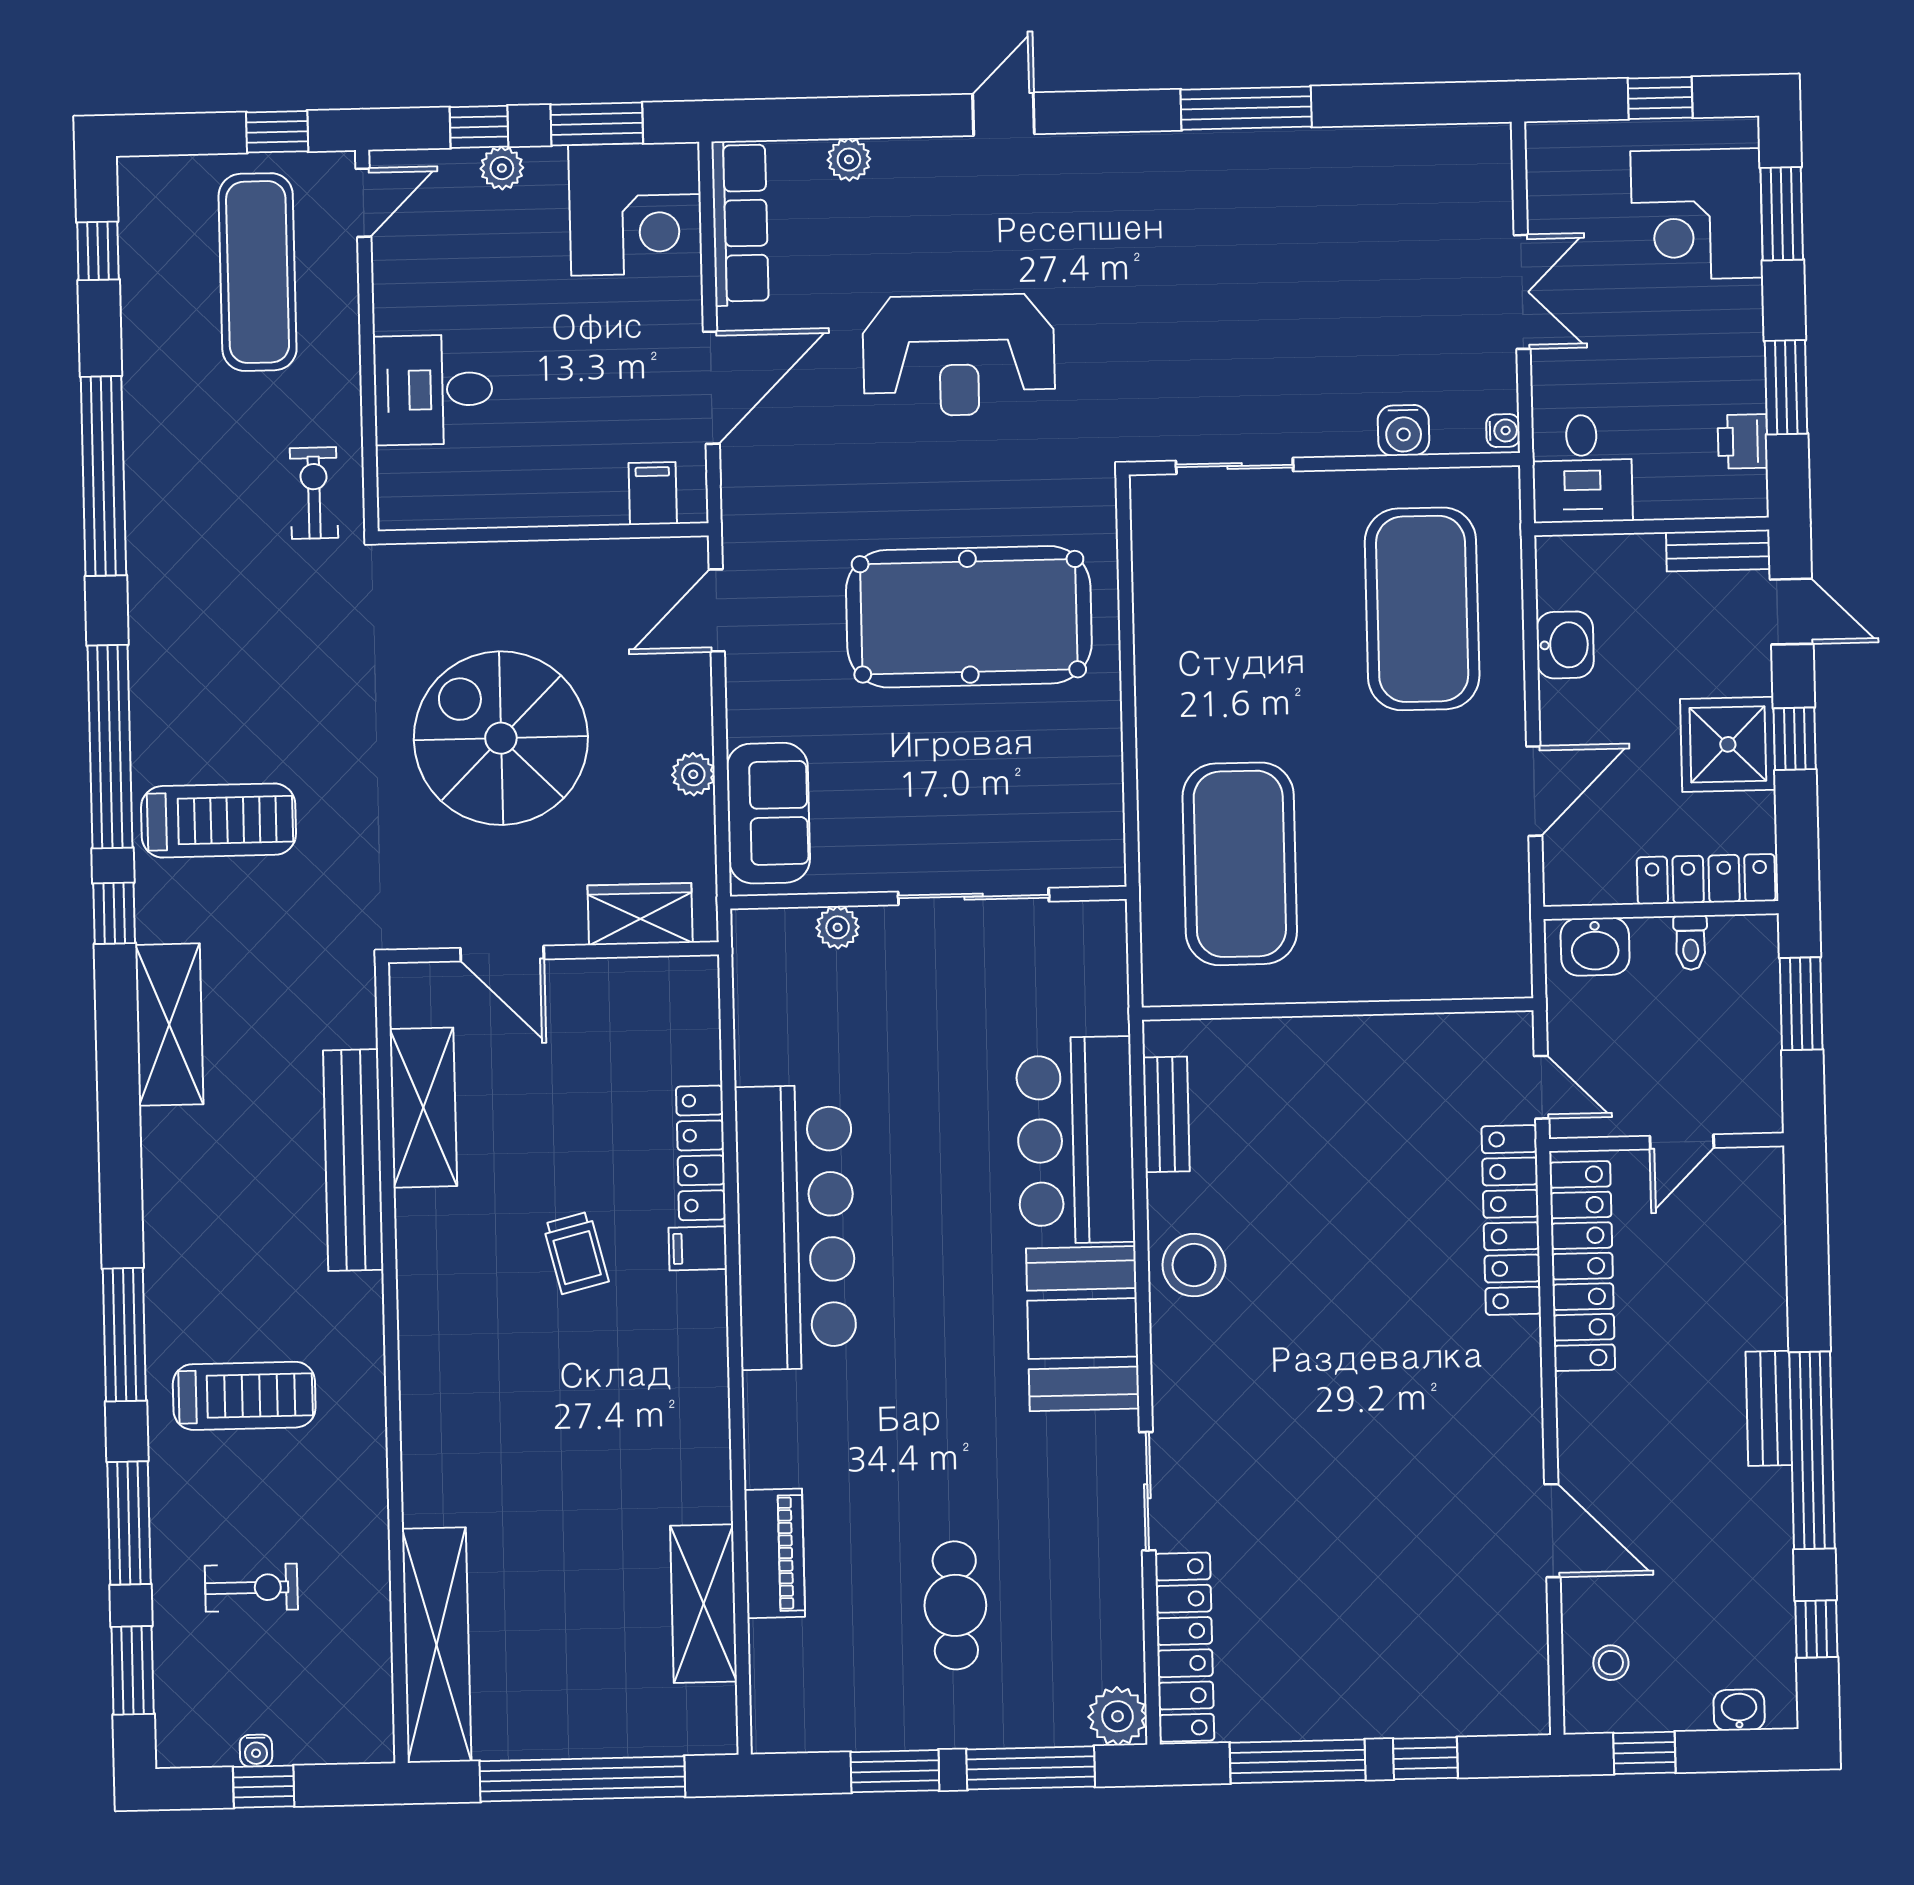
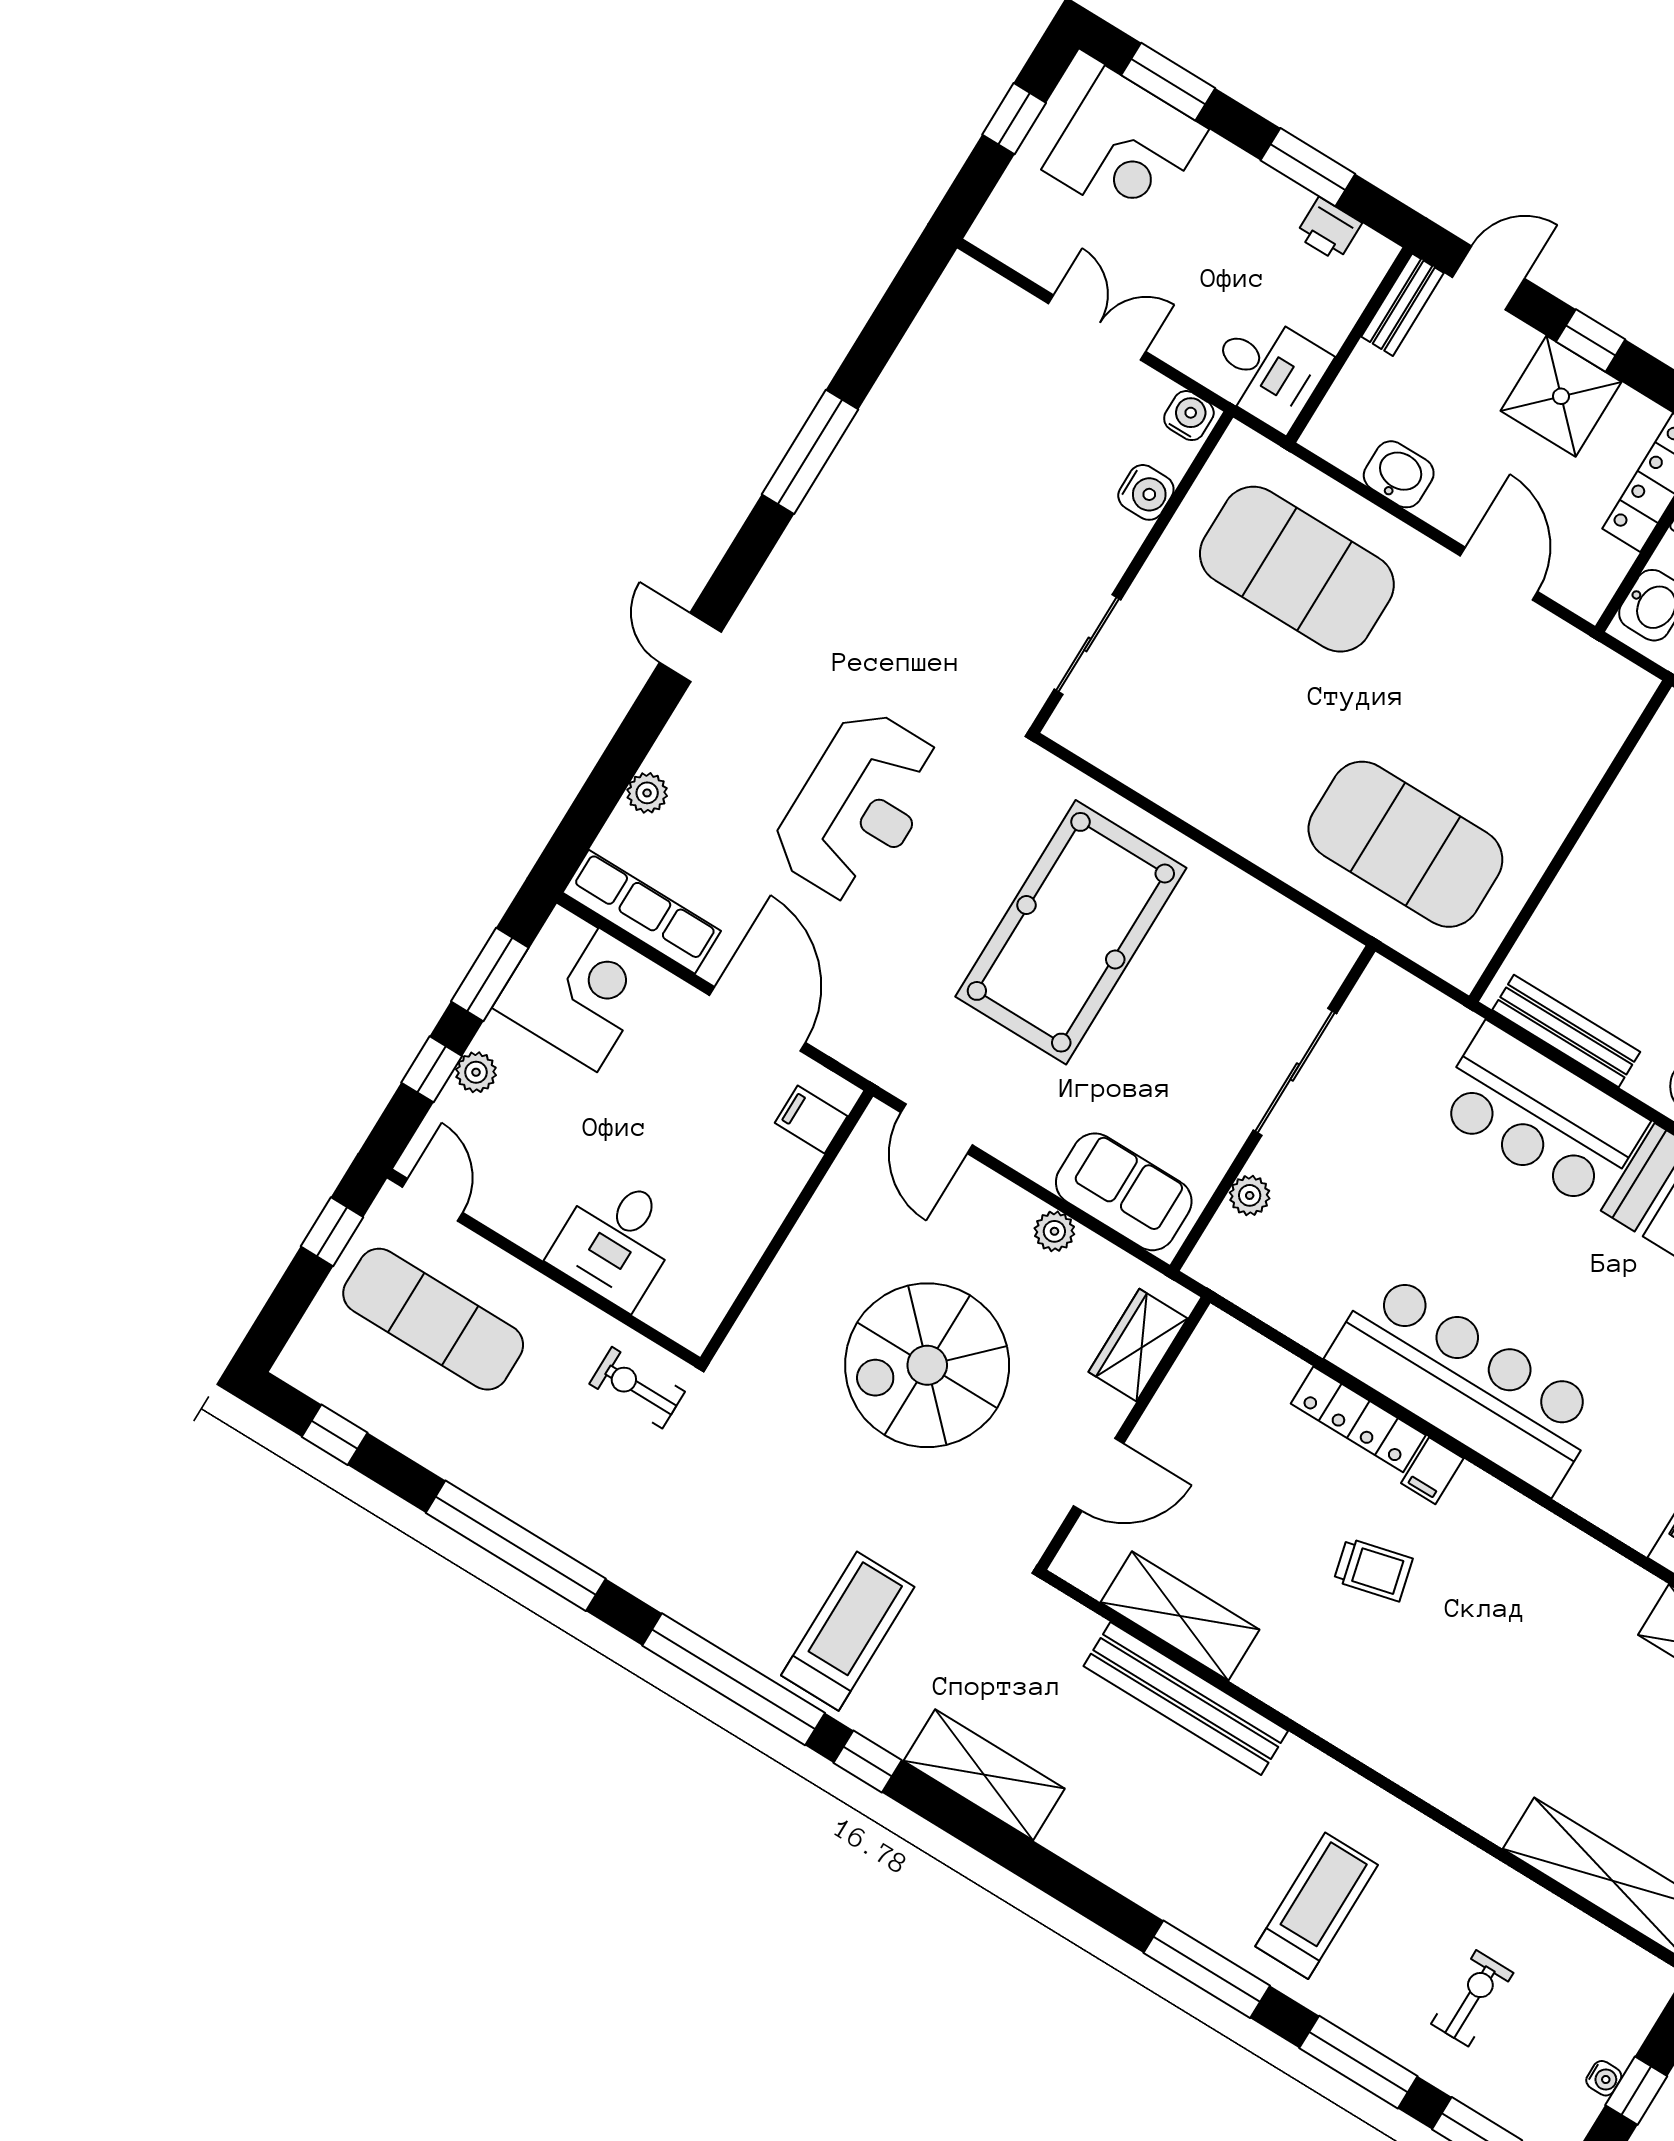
water cooler: (1503, 431) -> (1189, 416), width x1.38, depth x1.38
bench: (1166, 1114) -> (1566, 1031), width x1.36

